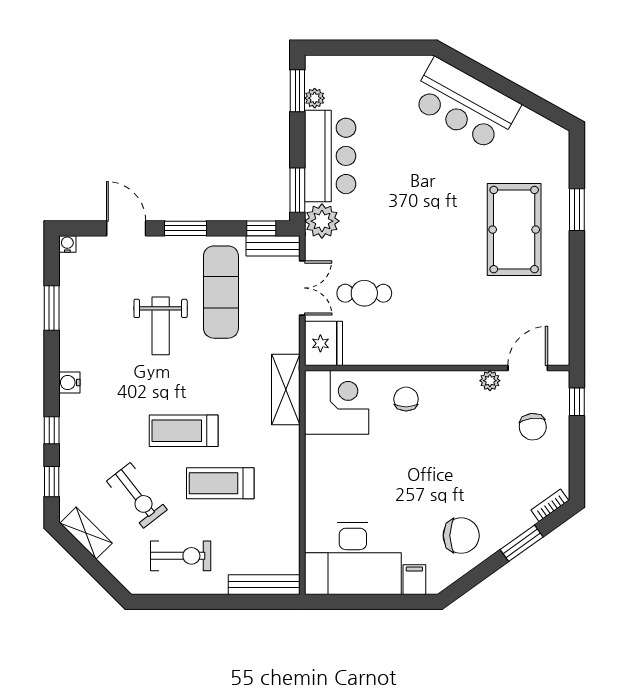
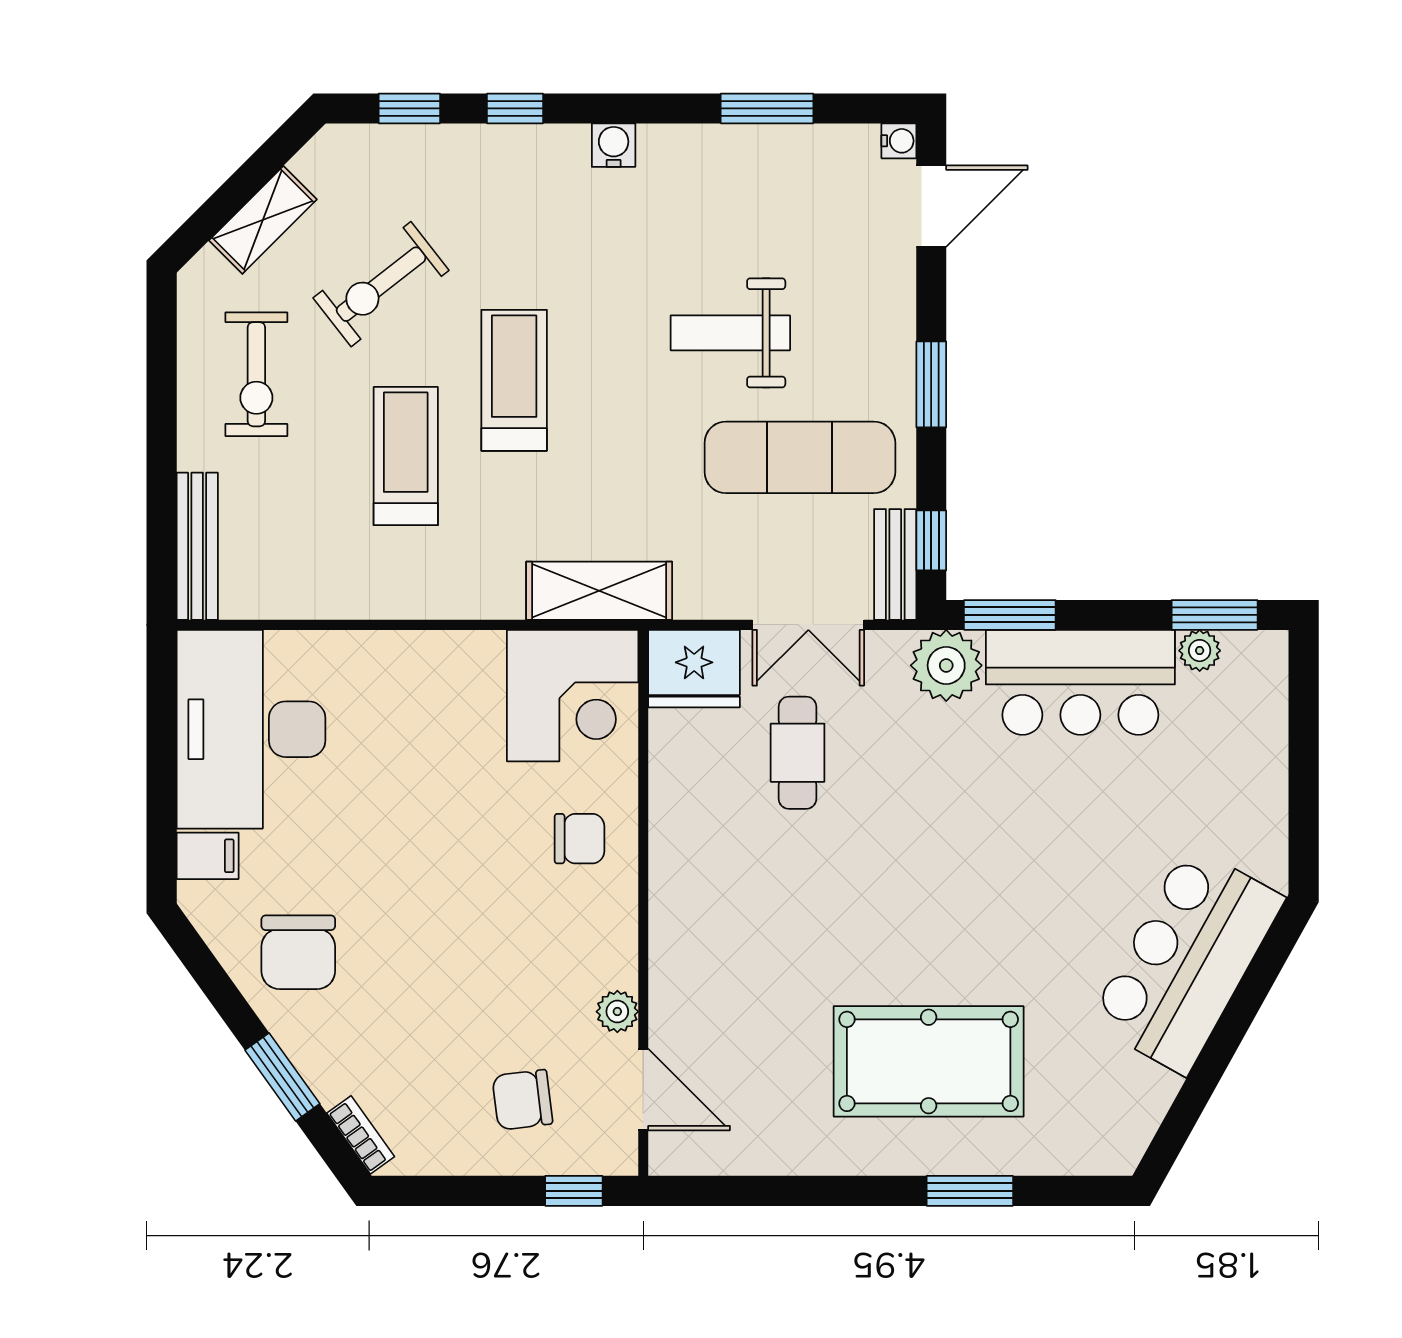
door: (126, 228) -> (931, 206), moved
shelving: (86, 533) -> (263, 220), moved

